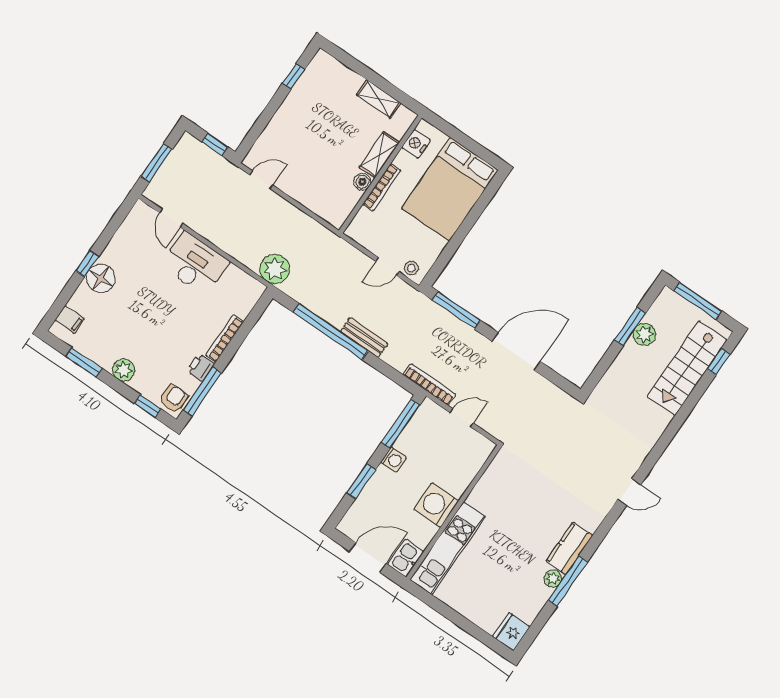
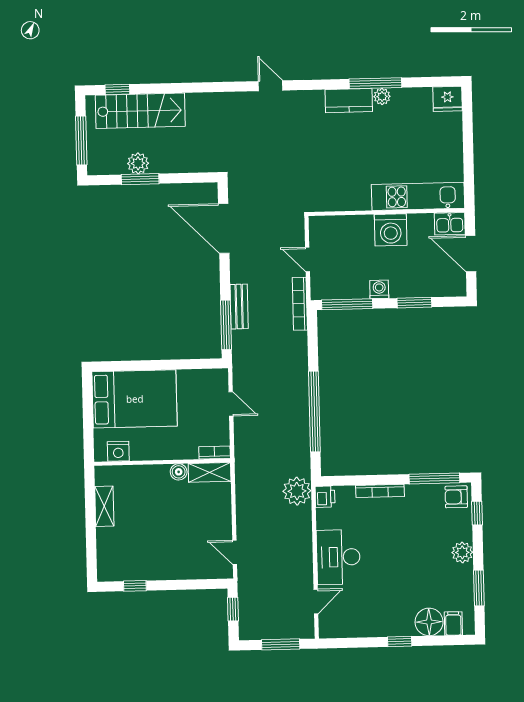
shelving: (379, 155) -> (210, 472), moved
bookcase: (382, 187) -> (215, 453), moved, width x0.64
stool: (411, 268) -> (219, 384), removed
floor lamp: (101, 278) -> (429, 622), moved
bench: (364, 338) -> (239, 307), moved
door: (516, 351) -> (224, 228), moved
printer: (201, 367) -> (325, 497), moved, turned -90

